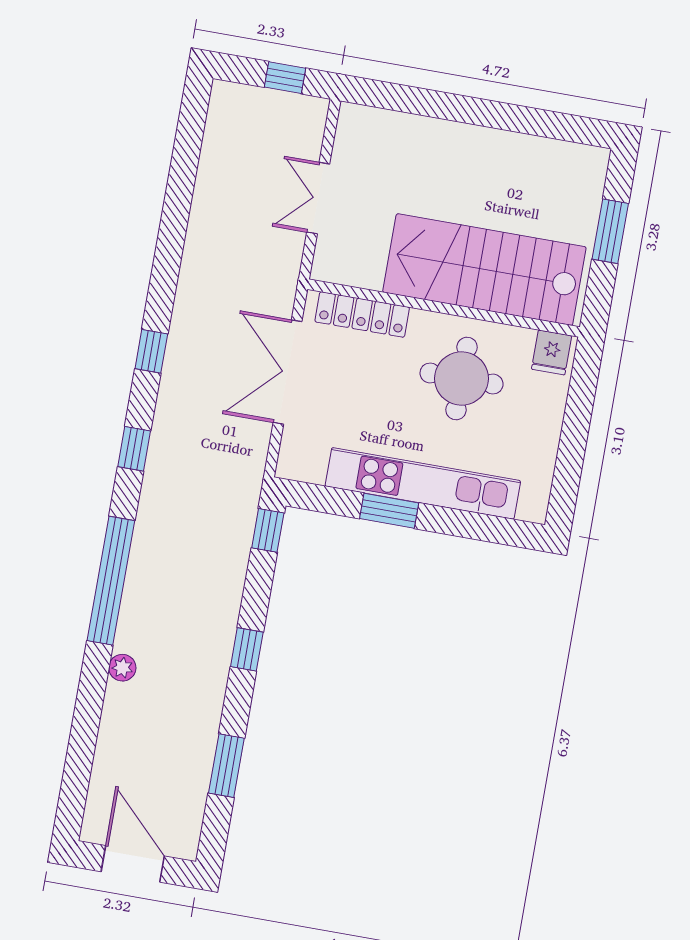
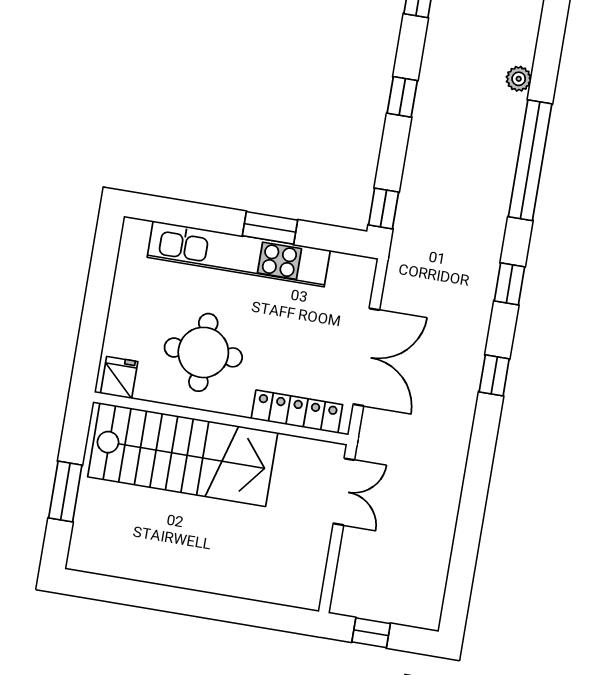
double door: (318, 198) -> (344, 492), moved

